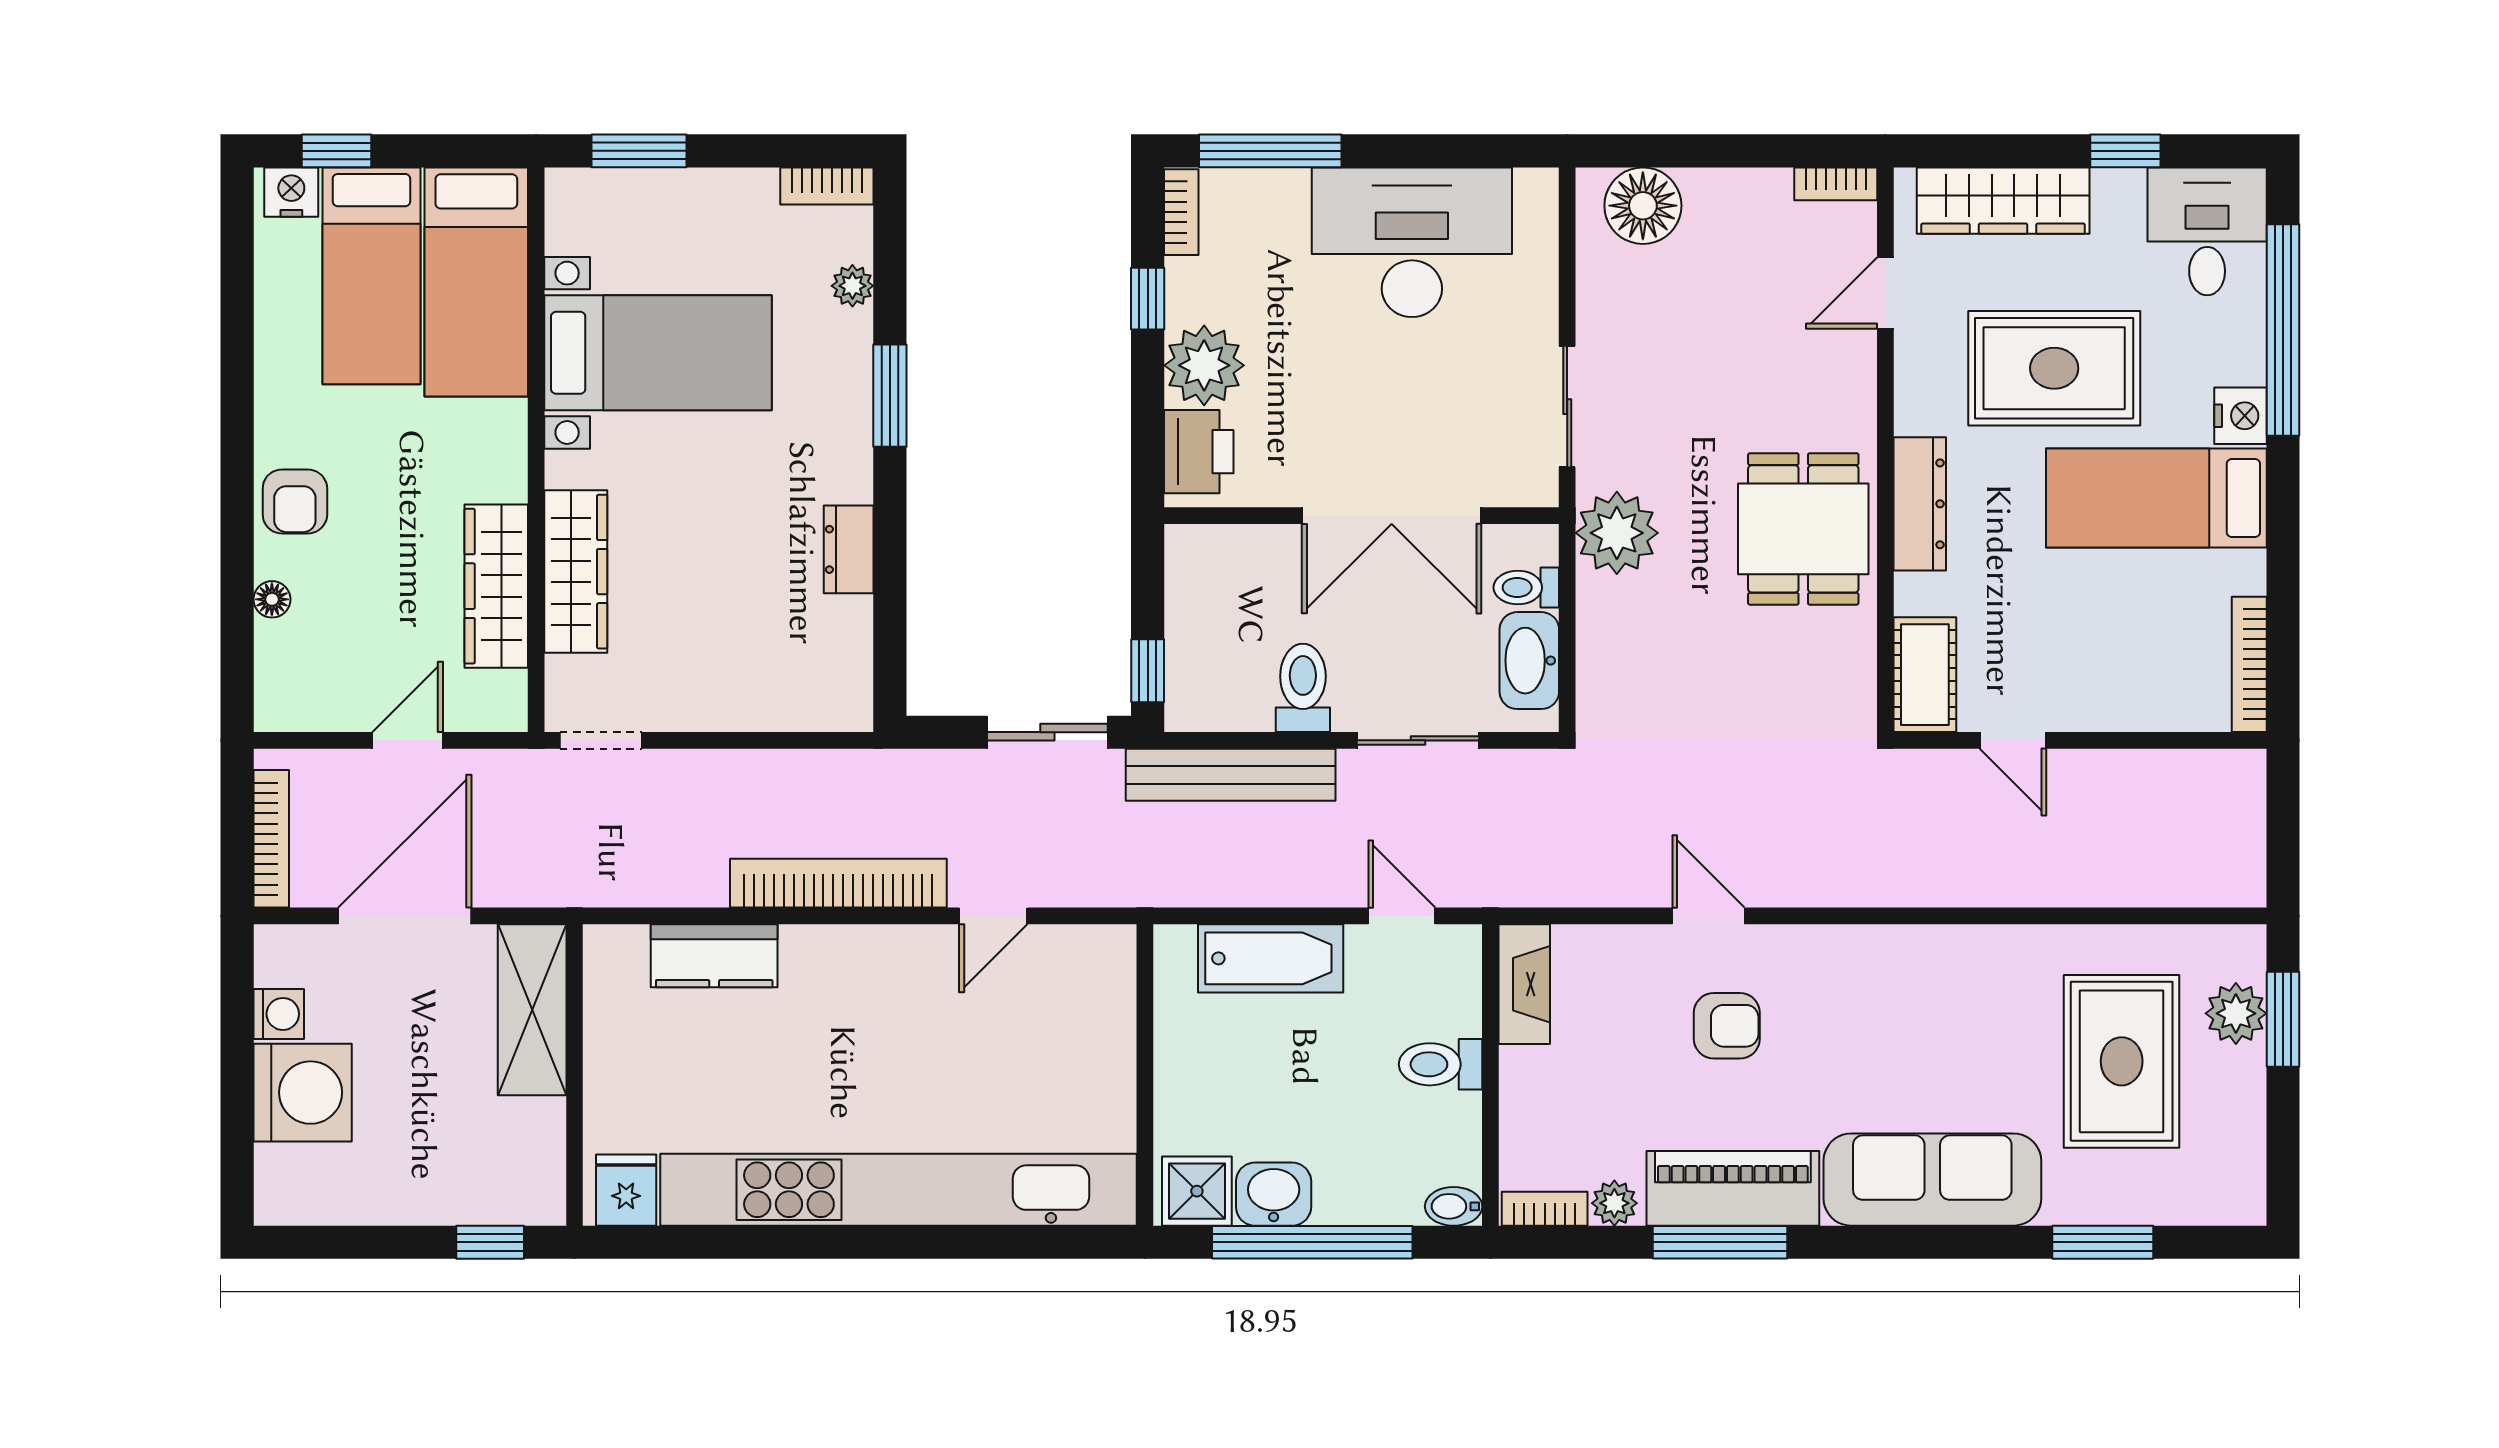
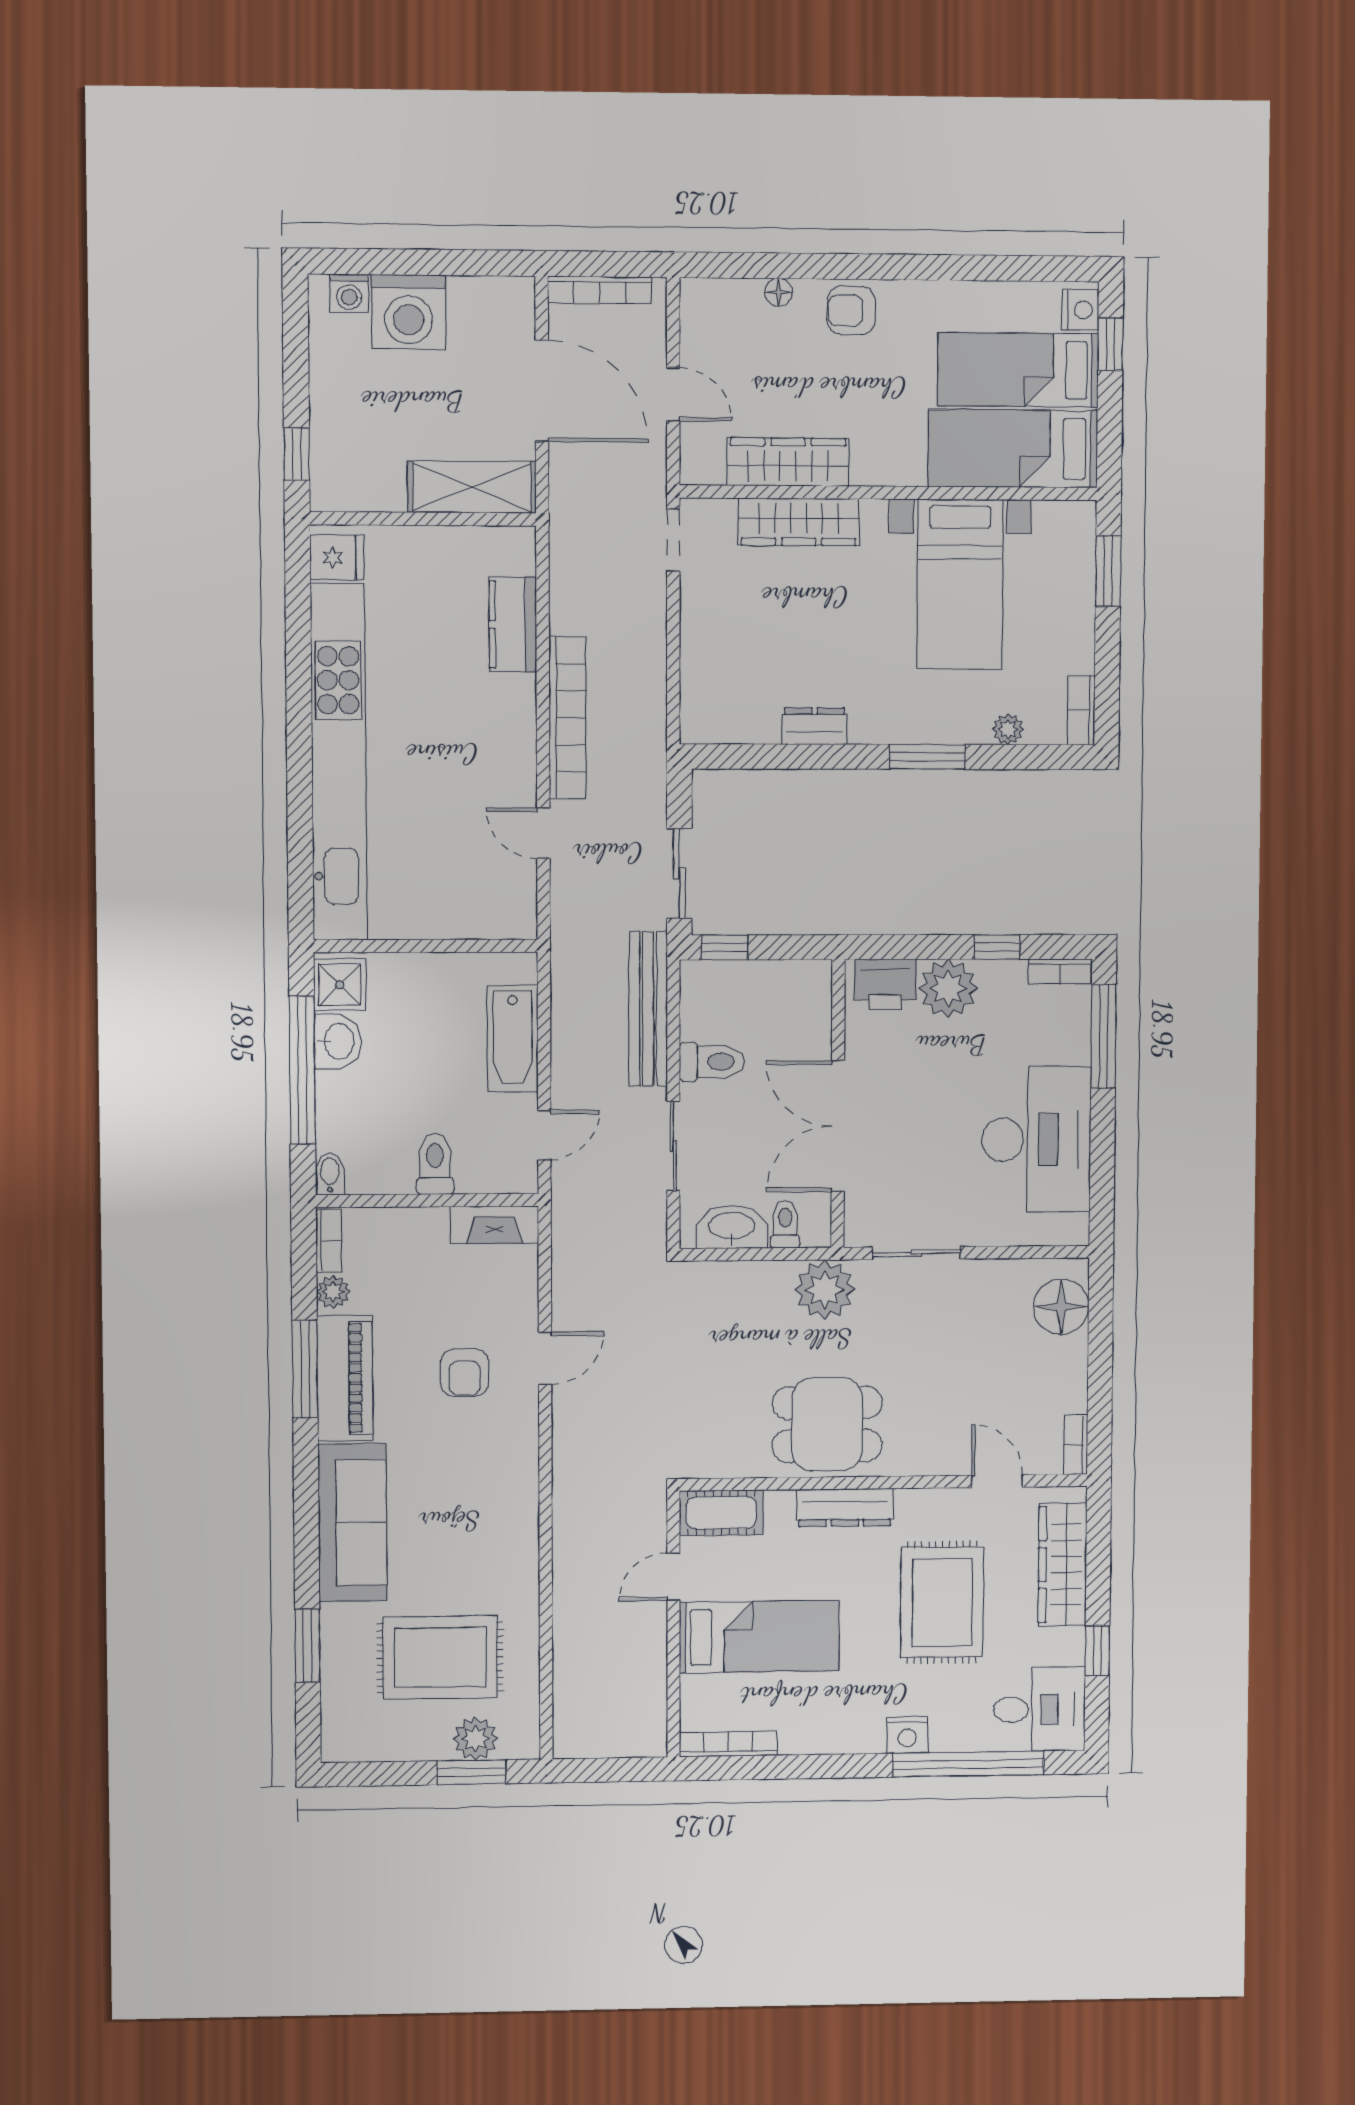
bed: (2156, 498) -> (759, 1637), moved, turned 90
washing machine: (279, 1014) -> (349, 293), moved

